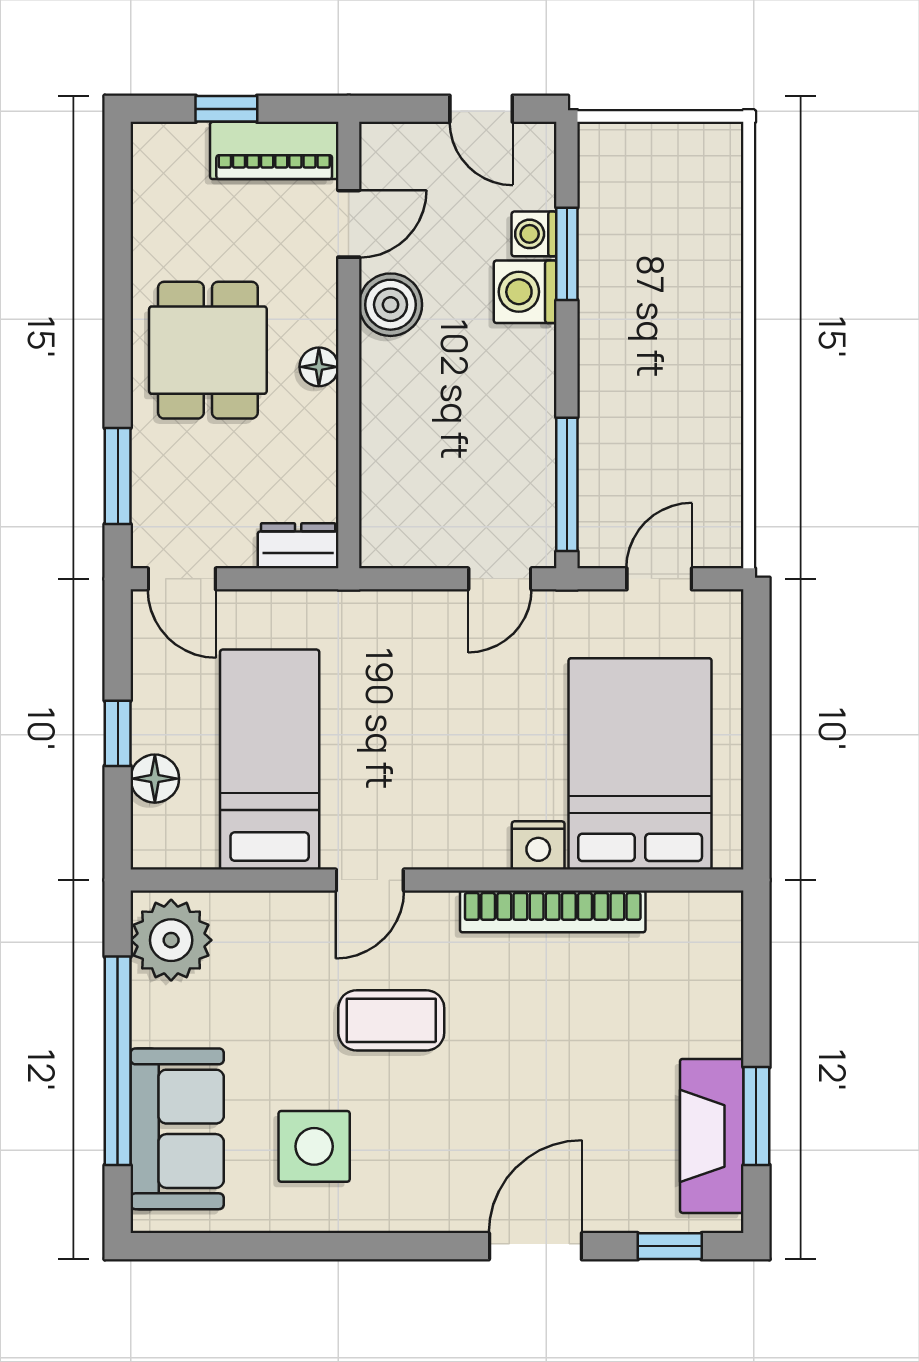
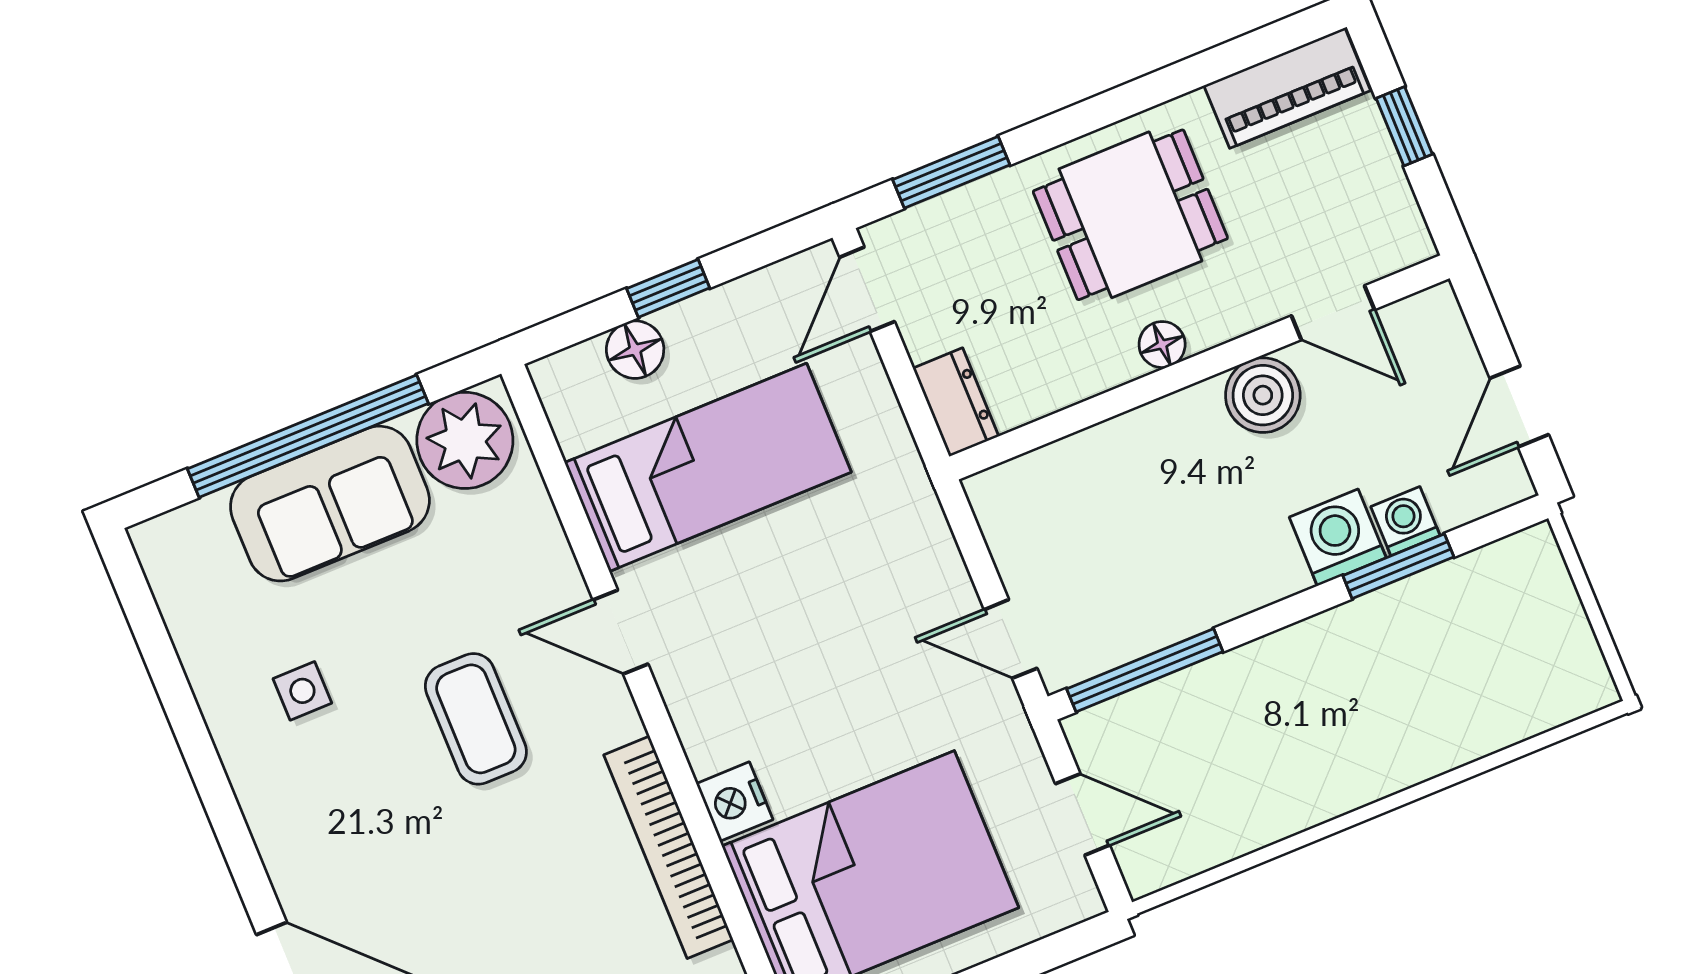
piano: (274, 150) -> (1287, 88), moved, turned -90
sofa: (177, 1129) -> (330, 504), moved
side table: (314, 1146) -> (302, 691), width x0.54, depth x0.54

